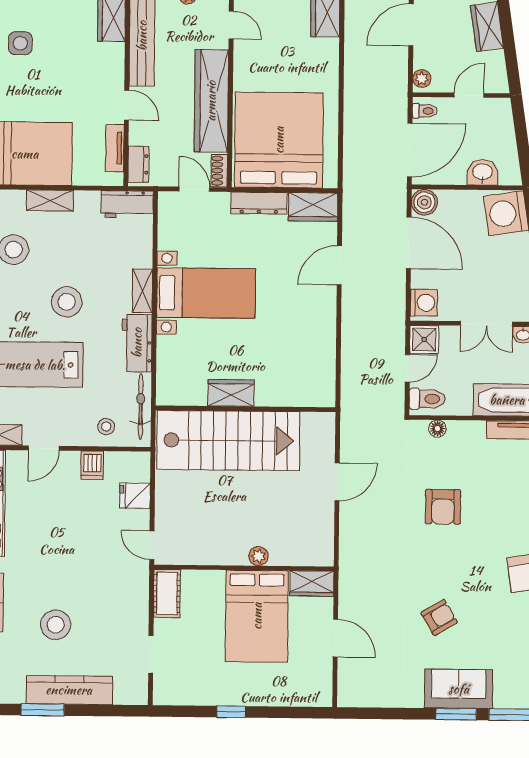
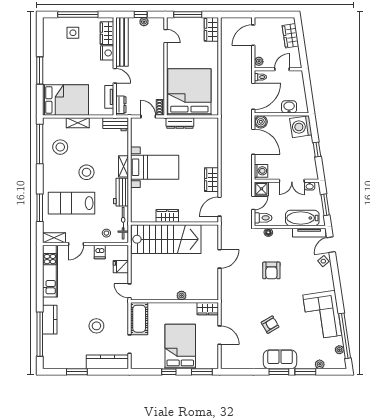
side table: (20, 43) -> (73, 33), moved
nightstand: (111, 58) -> (107, 53), added
wardrobe: (211, 101) -> (156, 73), removed
wardrobe: (313, 207) -> (211, 180), moved, turned 90
door: (339, 265) -> (220, 207), moved
cot: (167, 594) -> (139, 319), width x1.37, depth x1.34
bed: (257, 616) -> (180, 347), moved, turned 180
stool: (56, 625) -> (96, 326), moved
kitchen counter: (69, 690) -> (107, 362), moved
window: (299, 713) -> (202, 372), added

